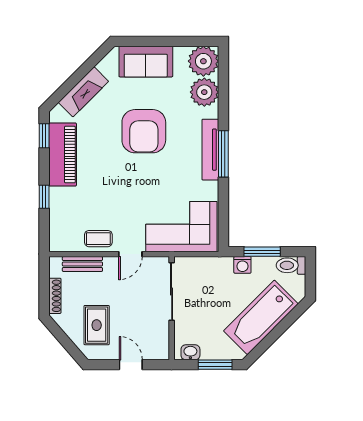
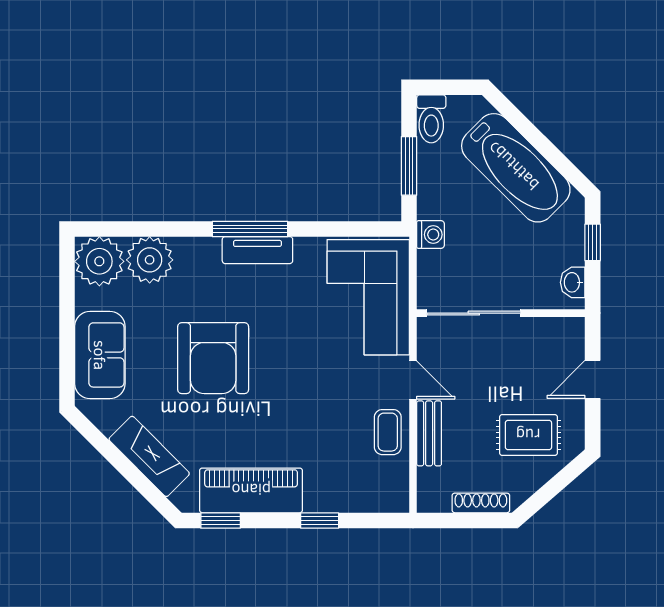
armchair: (144, 131) -> (213, 358), turned 90
tv unit: (210, 150) -> (257, 250), width x0.71
bench: (82, 264) -> (429, 433), moved
washing machine: (242, 265) -> (430, 235), moved
window: (215, 365) -> (593, 242), width x0.67

